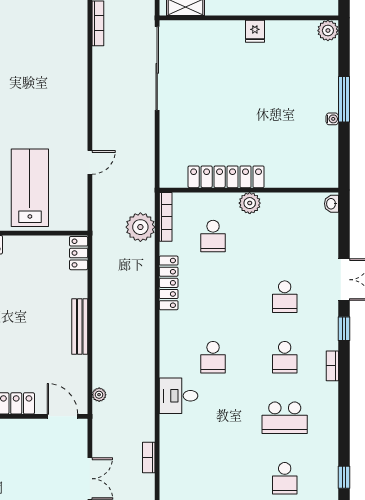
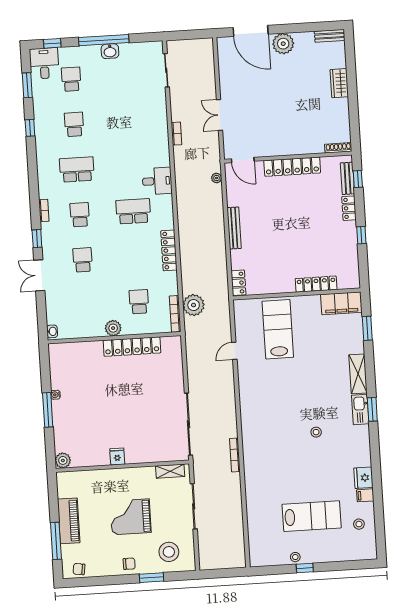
lab bench: (30, 188) -> (278, 329), turned 180
locker: (169, 283) -> (169, 250), moved
school desk: (213, 357) -> (133, 211), width x1.85

